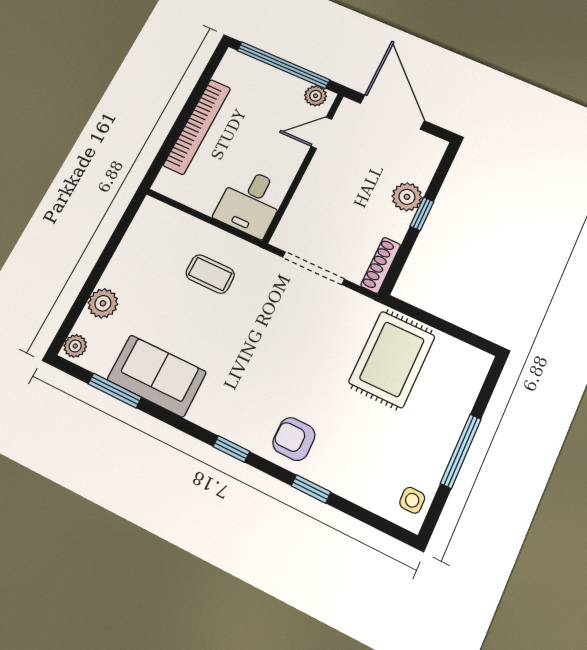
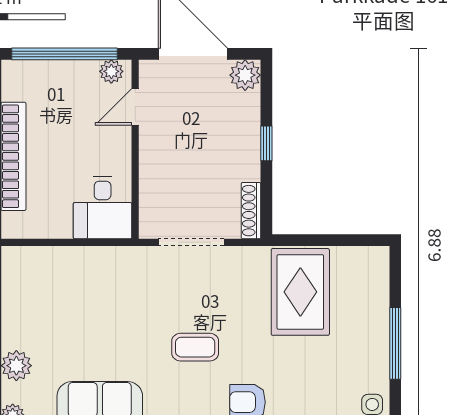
plant: (407, 197) -> (245, 75), moved
coffee table: (210, 274) -> (195, 347), moved

